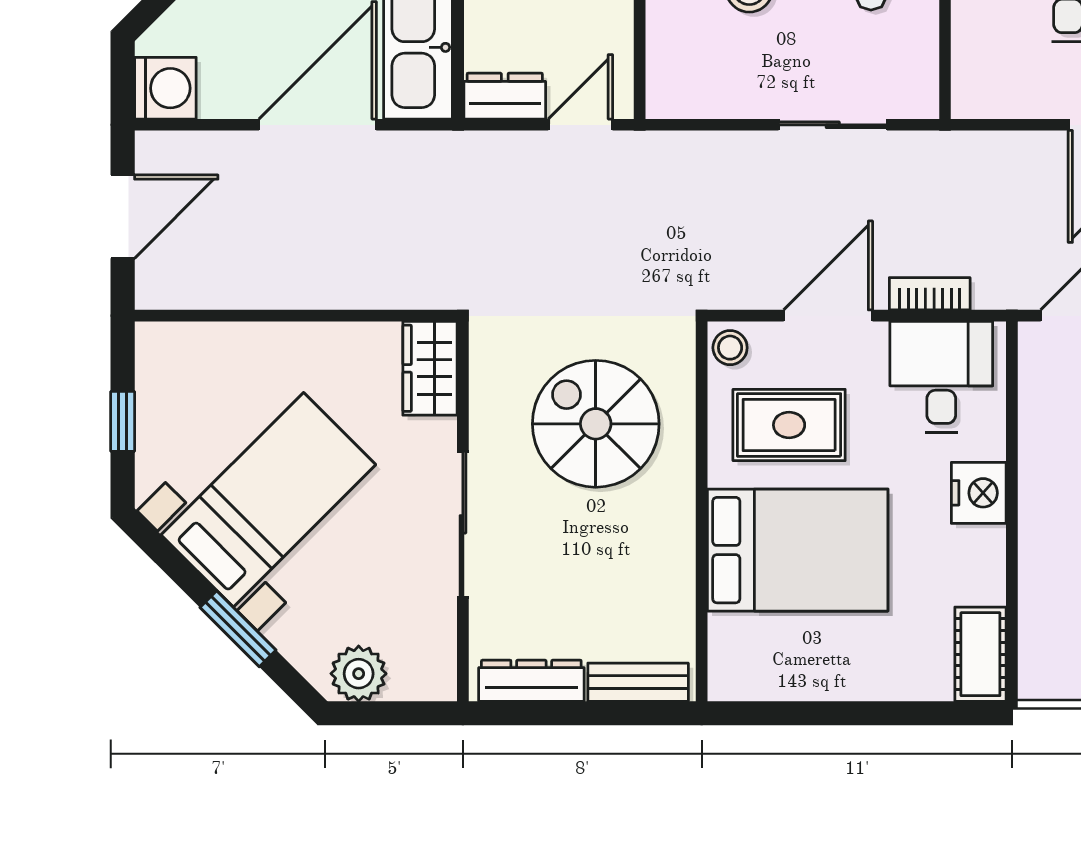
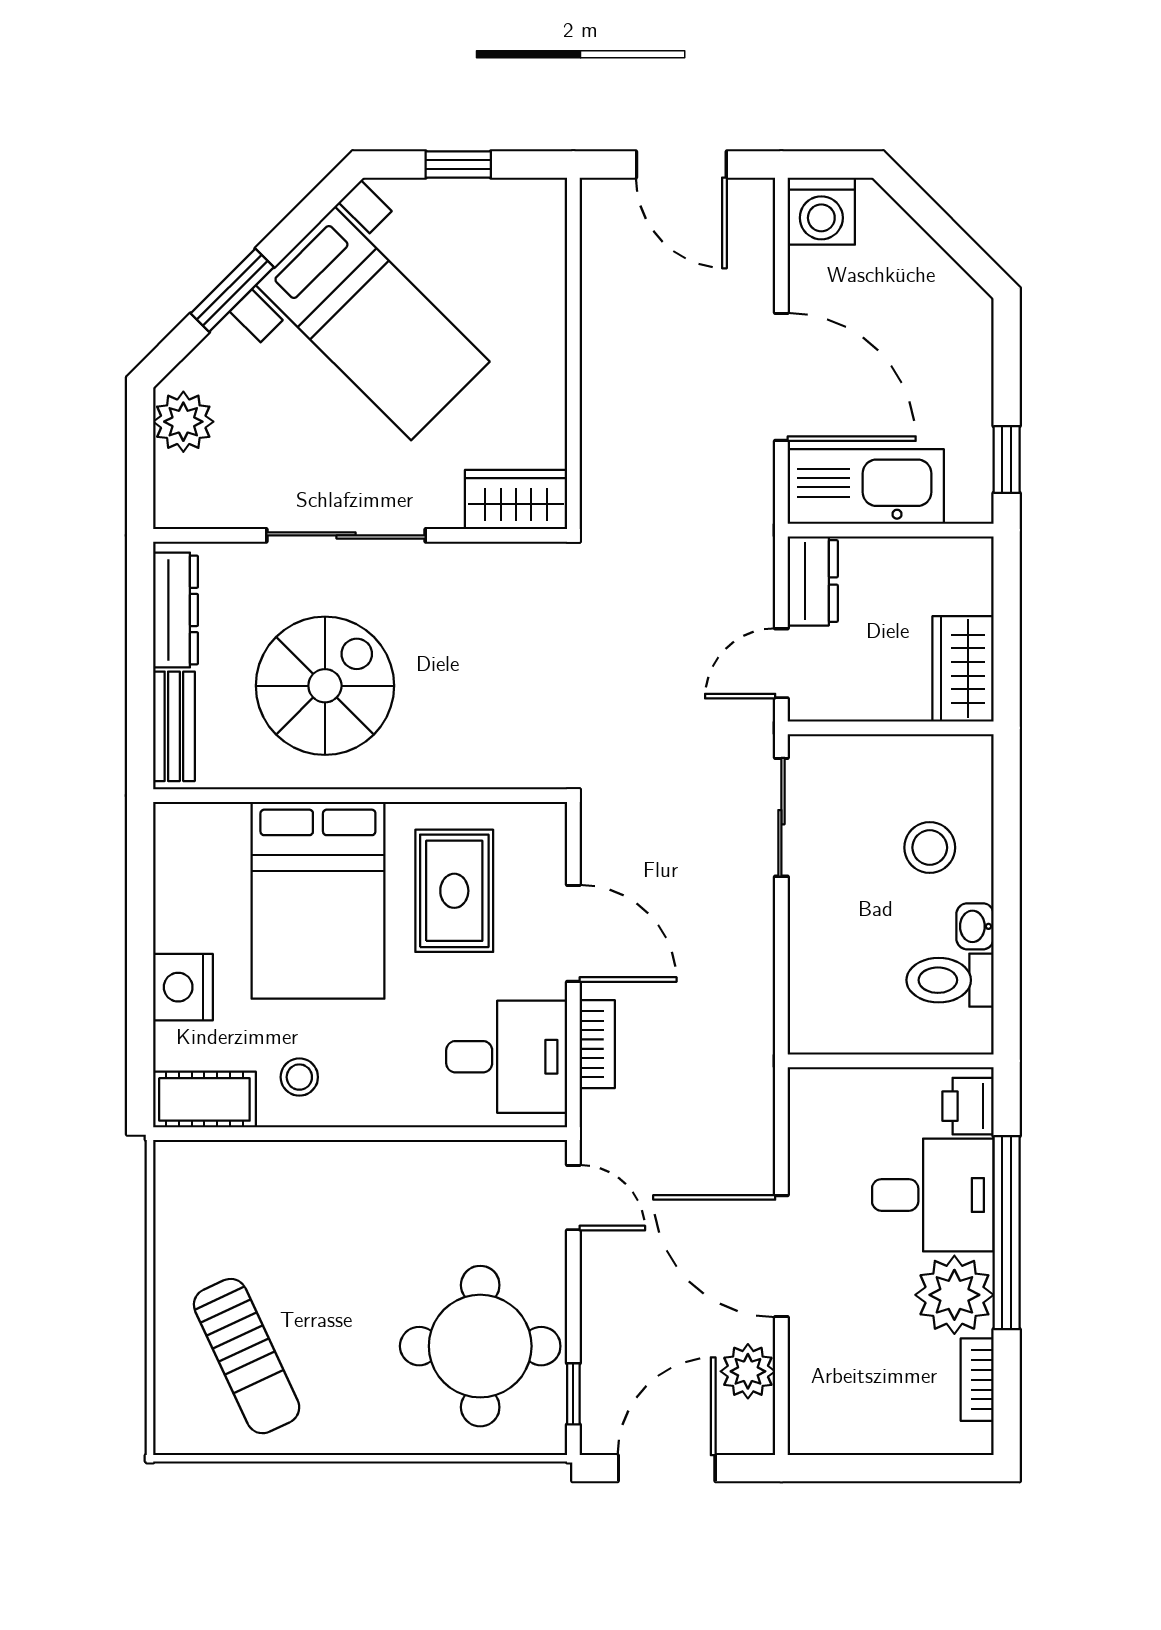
door: (580, 125) -> (781, 663), swing flipped
sliding door: (833, 125) -> (781, 817), moved
stool: (730, 348) -> (299, 1077), moved
spiral stairs: (596, 424) -> (325, 686), moved
nightstand: (979, 493) -> (183, 987), moved, turned 90

